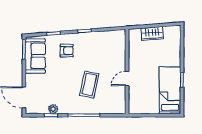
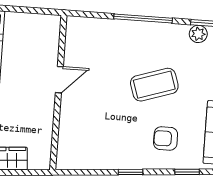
coffee table: (89, 85) -> (154, 85), moved, turned 60

